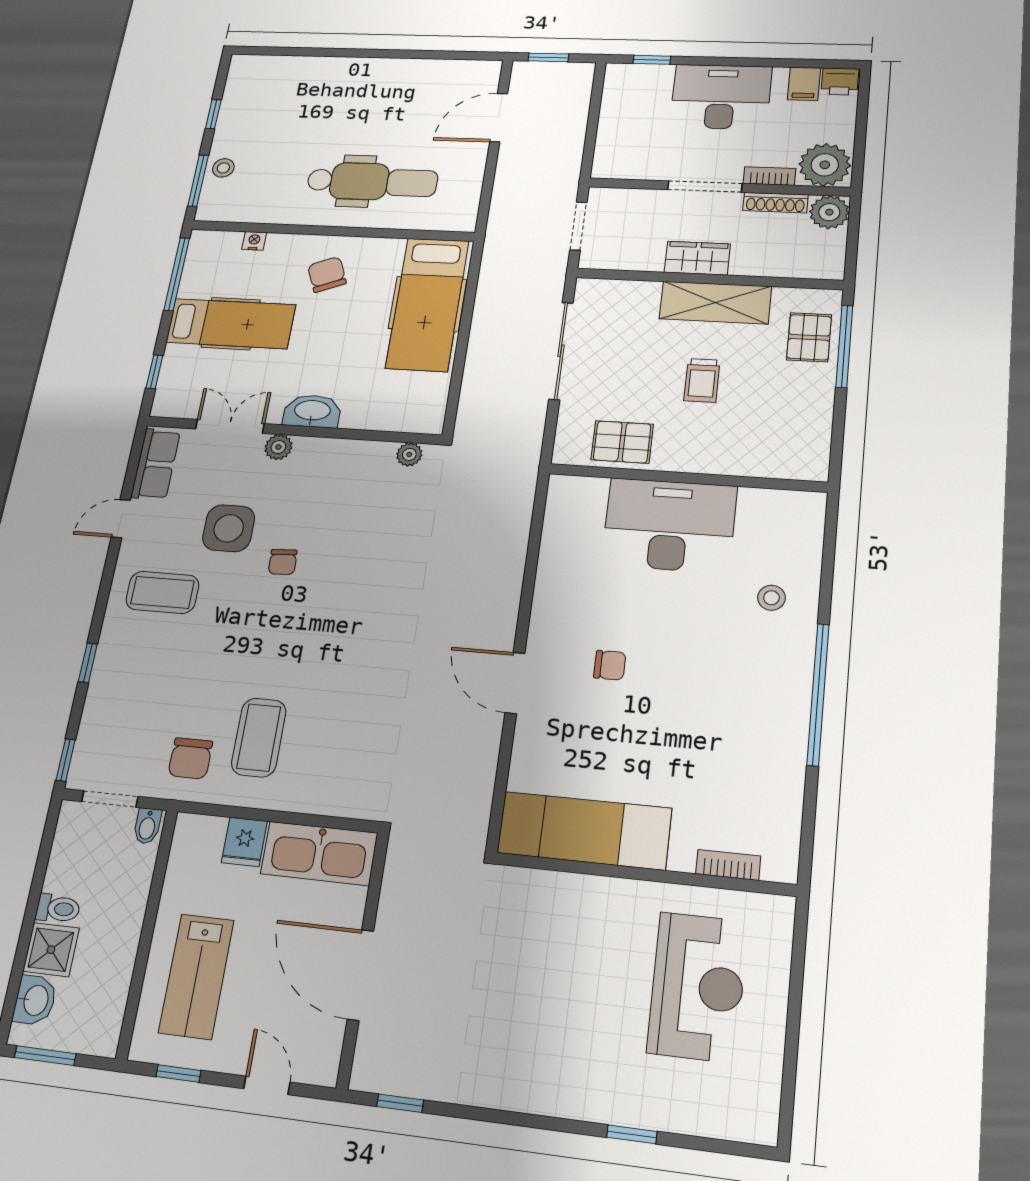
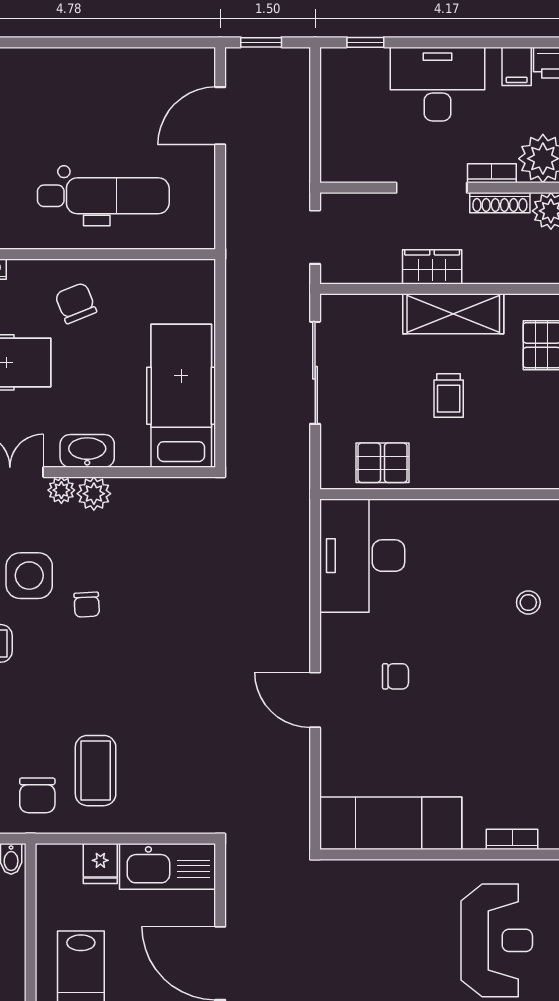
hospital bed: (427, 304) -> (181, 396), moved, turned 180
plant: (409, 454) -> (94, 494), moved, width x1.38, depth x1.38
desk: (669, 525) -> (362, 556), moved, turned -90

